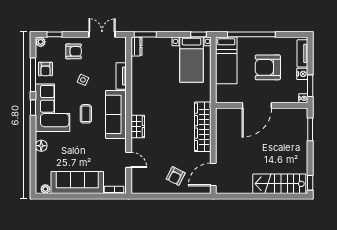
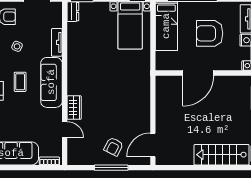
wardrobe: (138, 126) -> (74, 108), moved
wardrobe: (203, 127) -> (142, 95), removed
window: (173, 196) -> (111, 168), added

